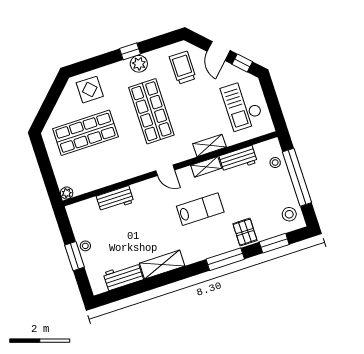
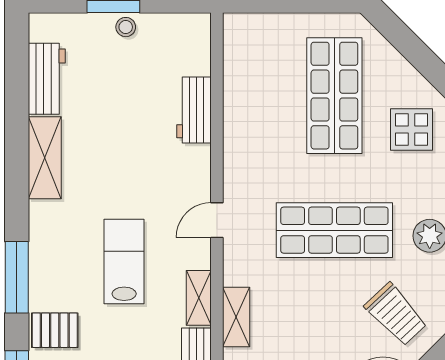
trolley: (183, 68) -> (396, 314), turned 47
plant: (67, 193) -> (235, 24), removed
lab bench: (200, 209) -> (124, 262), turned 180

